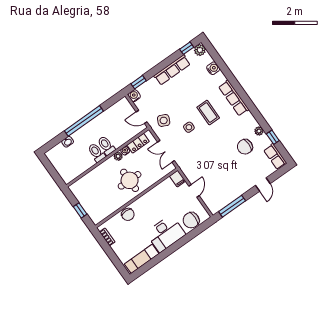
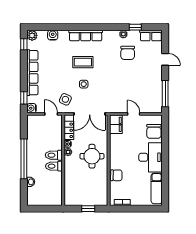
row of seats: (172, 70) -> (32, 73), width x1.36
door: (142, 117) -> (51, 114), swing flipped
double door: (166, 151) -> (90, 114), width x1.37
filing cabinet: (178, 179) -> (116, 124), width x2.00

